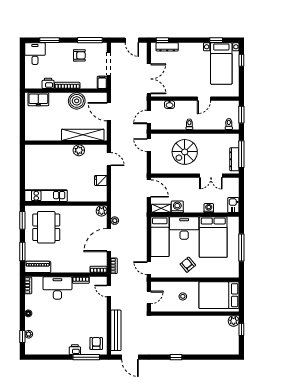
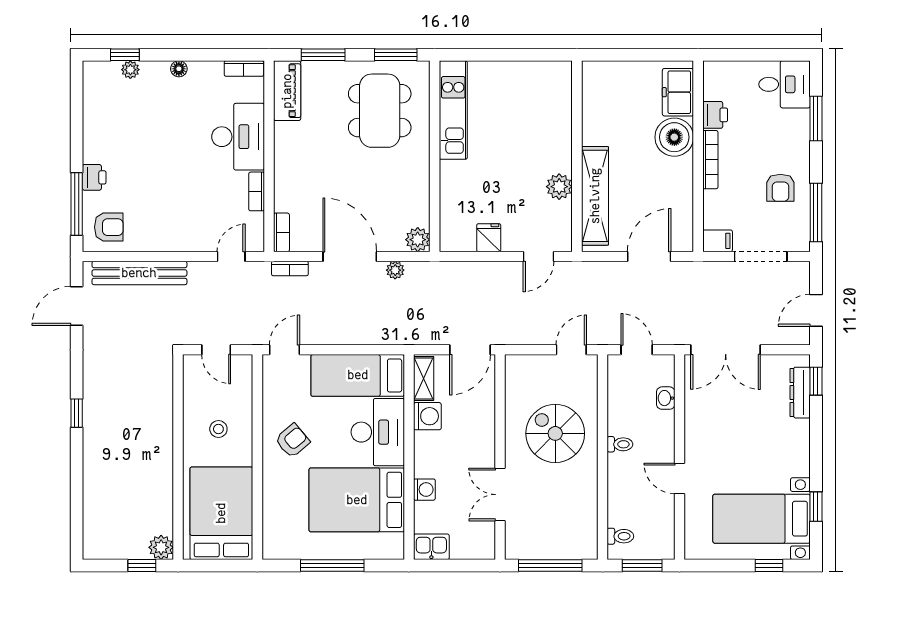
boiler: (77, 101) -> (674, 137), moved
dresser: (234, 159) -> (538, 549), removed
dining table: (46, 227) -> (380, 111), turned 90

